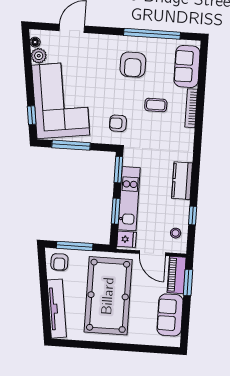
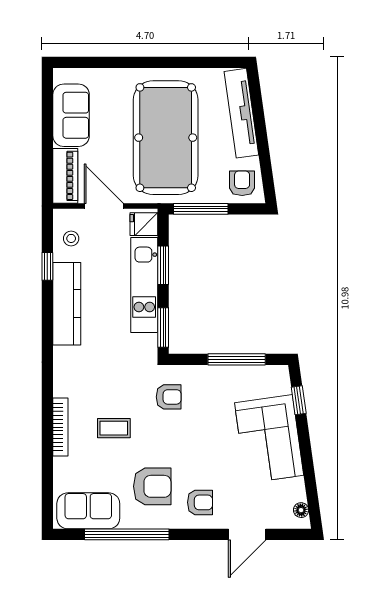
armchair: (102, 52) -> (200, 502), added
plant: (39, 56) -> (294, 490), removed
armchair: (133, 65) -> (152, 486), turned 90
sofa: (187, 66) -> (88, 511), moved, turned -90
corner sofa: (61, 100) -> (269, 439), width x0.73, depth x0.74
kitchen counter: (182, 181) -> (67, 304), width x1.50
window: (75, 246) -> (201, 209), moved
window: (188, 283) -> (47, 166), removed

